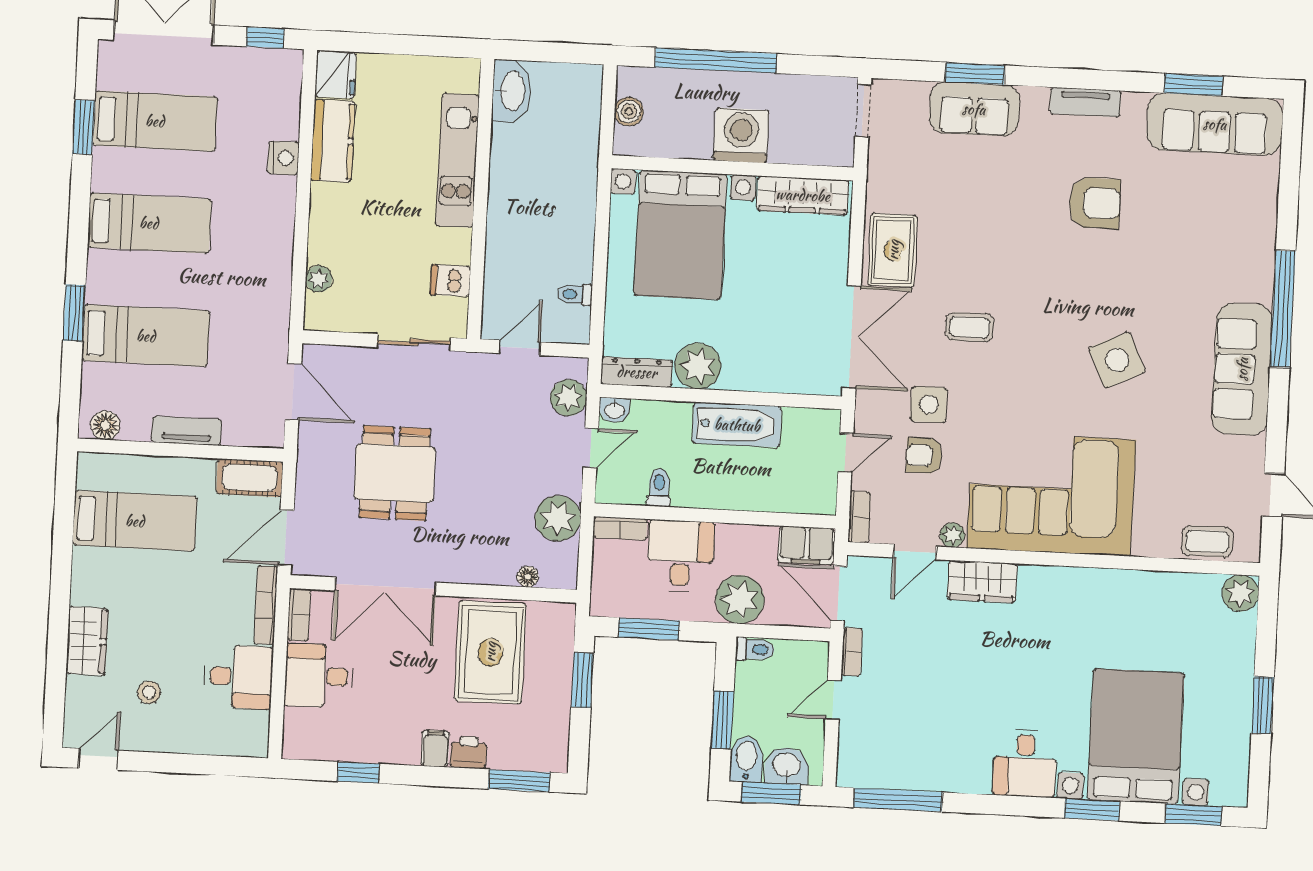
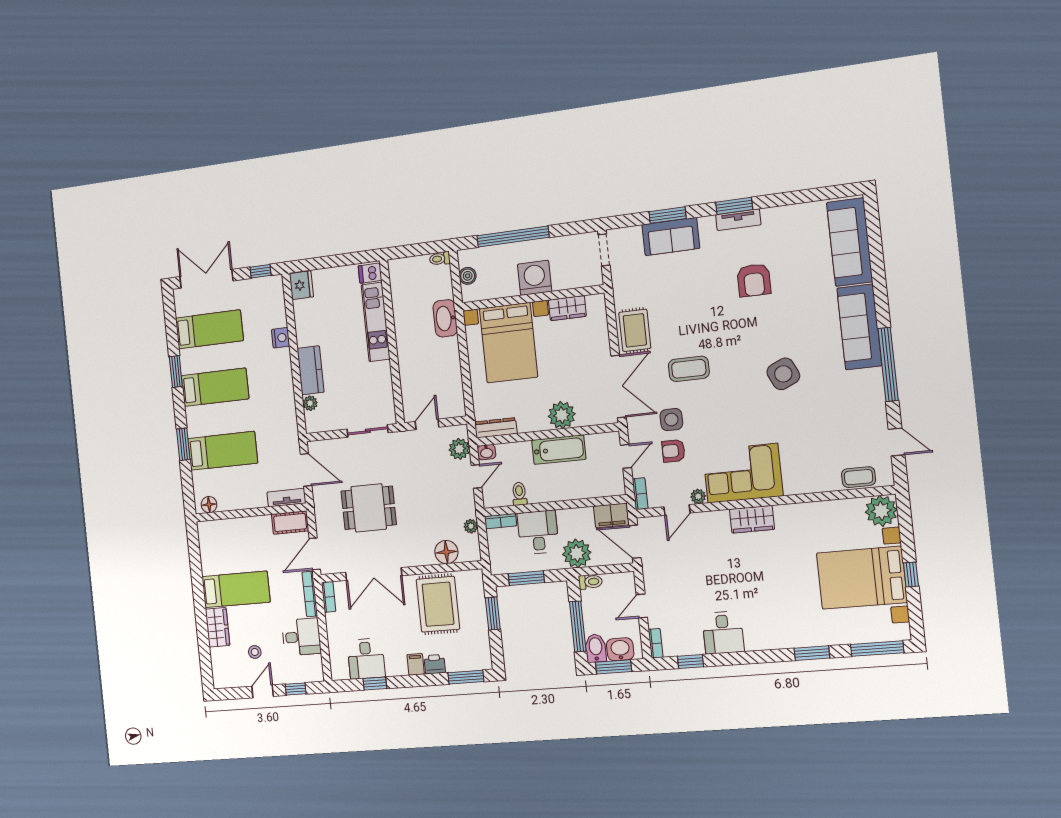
window: (1193, 85) -> (734, 206), moved
washbasin: (512, 91) -> (445, 318), moved, turned 180
sofa: (1215, 124) -> (850, 242), moved, turned 90
window: (84, 127) -> (176, 371), moved
kitchen counter: (333, 141) -> (311, 370), moved
wardrobe: (803, 195) -> (567, 308), width x0.67
armchair: (1095, 203) -> (754, 280), turned 90
dishwasher: (450, 281) -> (370, 273), moved
toilet: (575, 294) -> (440, 259), moved
window: (1283, 309) -> (888, 364), moved
coffee table: (970, 327) -> (689, 369), width x1.36, depth x1.30
plant: (698, 366) -> (562, 415), moved
sofa: (1242, 369) -> (859, 327), moved
tv unit: (186, 431) -> (286, 498), moved
dining table: (395, 473) -> (369, 508), turned 90
corner sofa: (1051, 494) -> (743, 473), width x0.73, depth x0.74
plant: (558, 518) -> (471, 526), width x0.53, depth x0.53
bed: (135, 521) -> (236, 589), moved
floor lamp: (528, 577) -> (446, 552), width x1.89, depth x1.89
wardrobe: (982, 582) -> (752, 519), moved
plant: (1240, 593) -> (881, 511), width x1.36, depth x1.36
bookcase: (852, 652) -> (656, 643), moved
desk: (319, 676) -> (366, 659), moved, turned -90
window: (1263, 705) -> (911, 574), width x0.67
window: (722, 720) -> (578, 626), width x1.44
bed with nightstands: (1136, 736) -> (862, 578), moved, turned -90
door: (98, 759) -> (263, 691), moved
desk: (1025, 763) -> (723, 633), moved
window: (214, 765) -> (296, 689), added
window: (898, 800) -> (690, 662), width x0.46
window: (1193, 815) -> (877, 649), width x1.44

